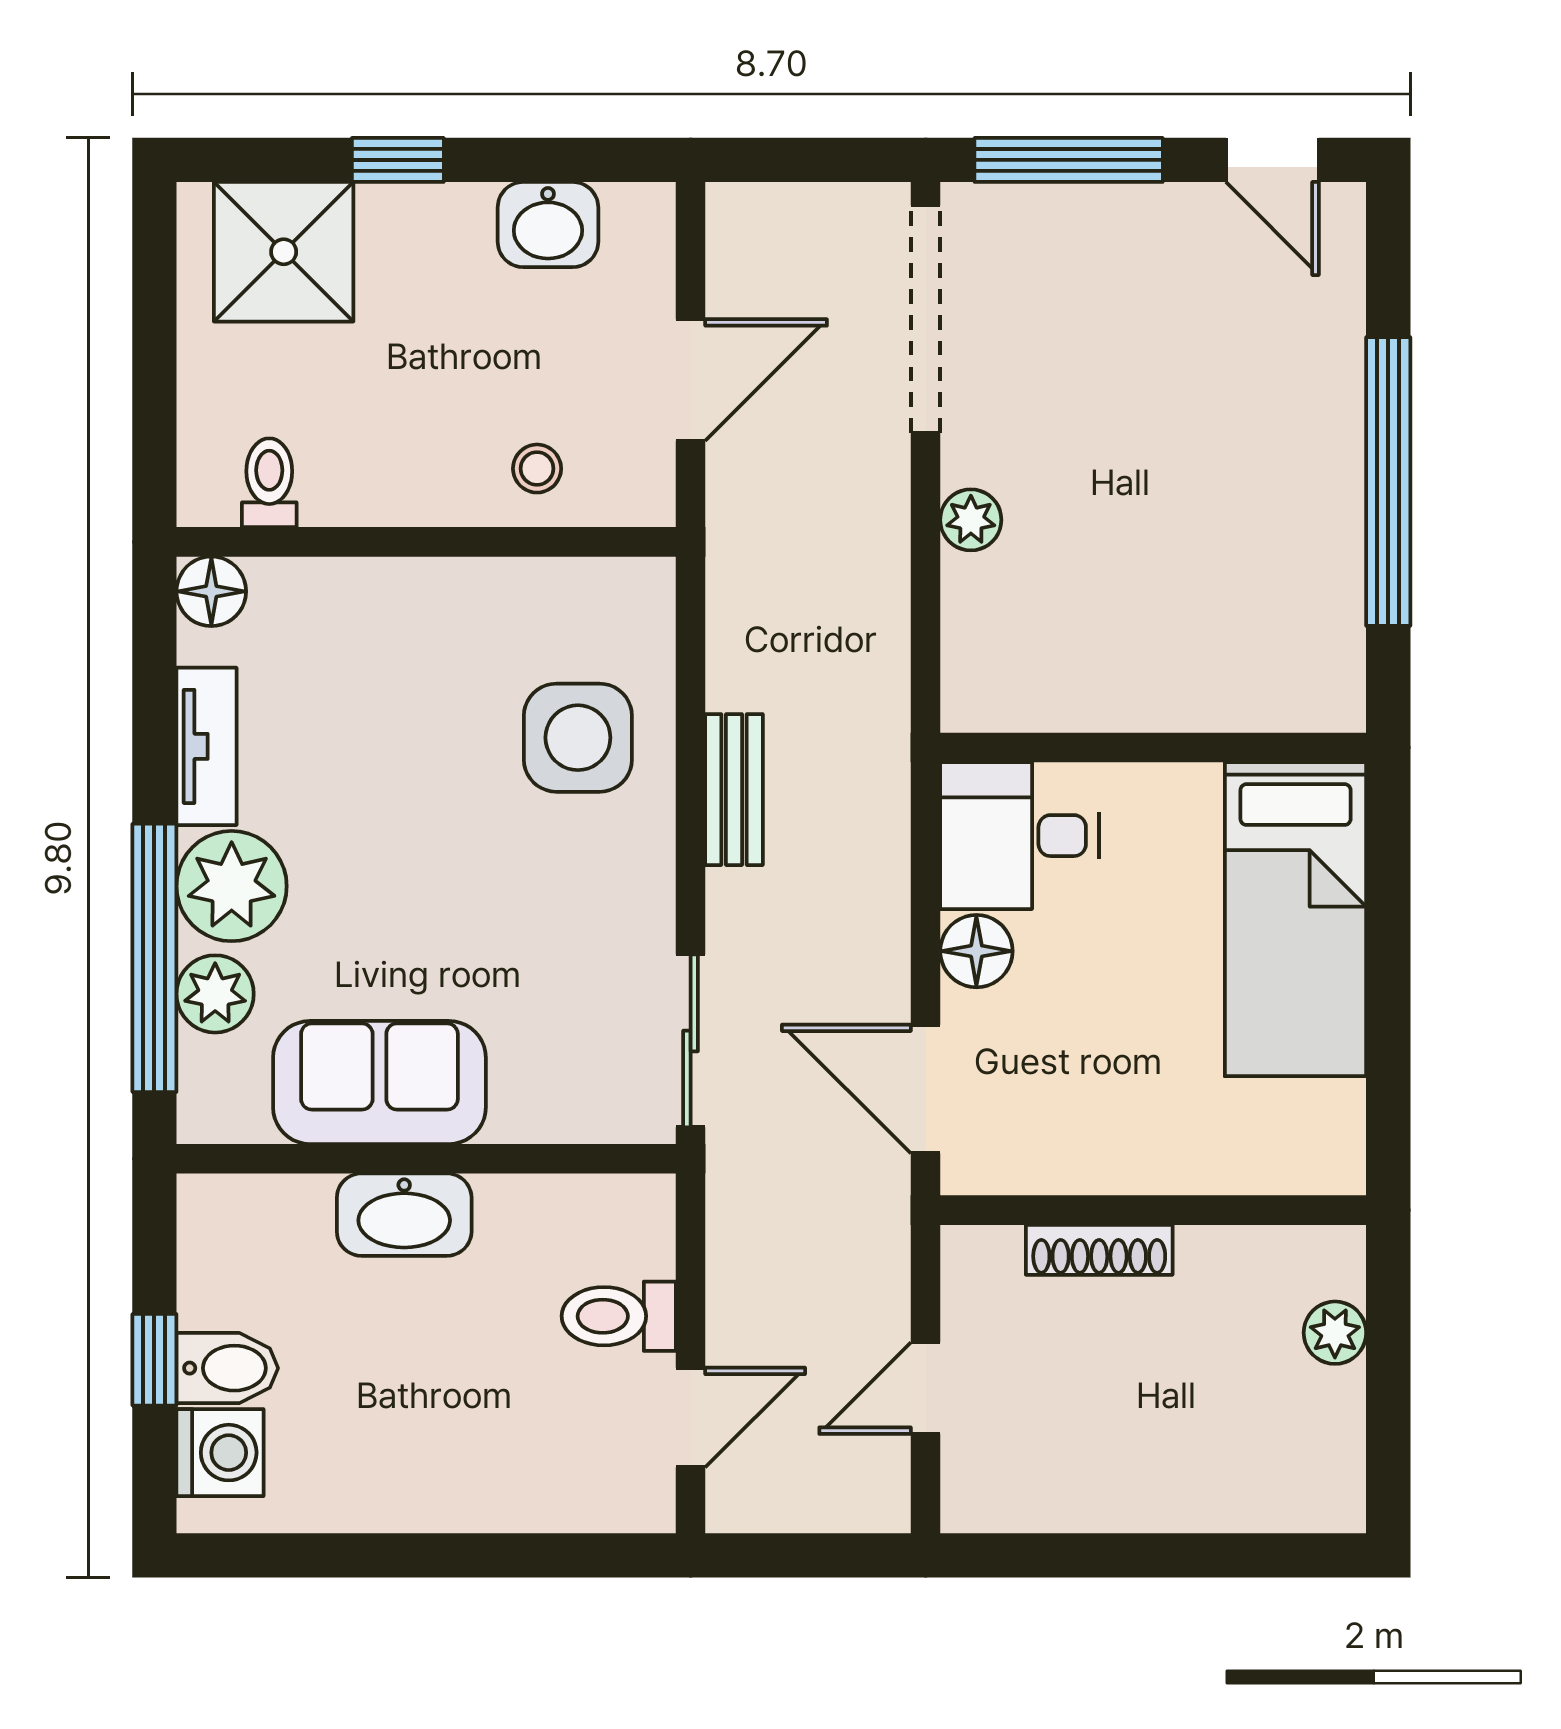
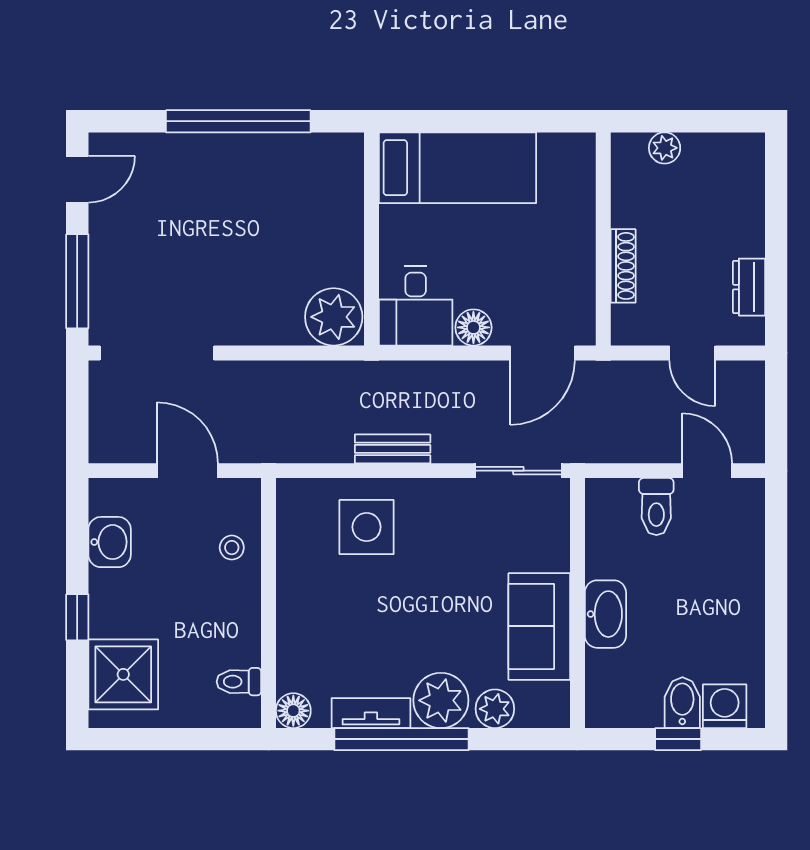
plant: (971, 520) -> (334, 317), moved, width x1.88, depth x1.88
window: (154, 958) -> (402, 739), moved
dresser: (1057, 1501) -> (749, 287), added

